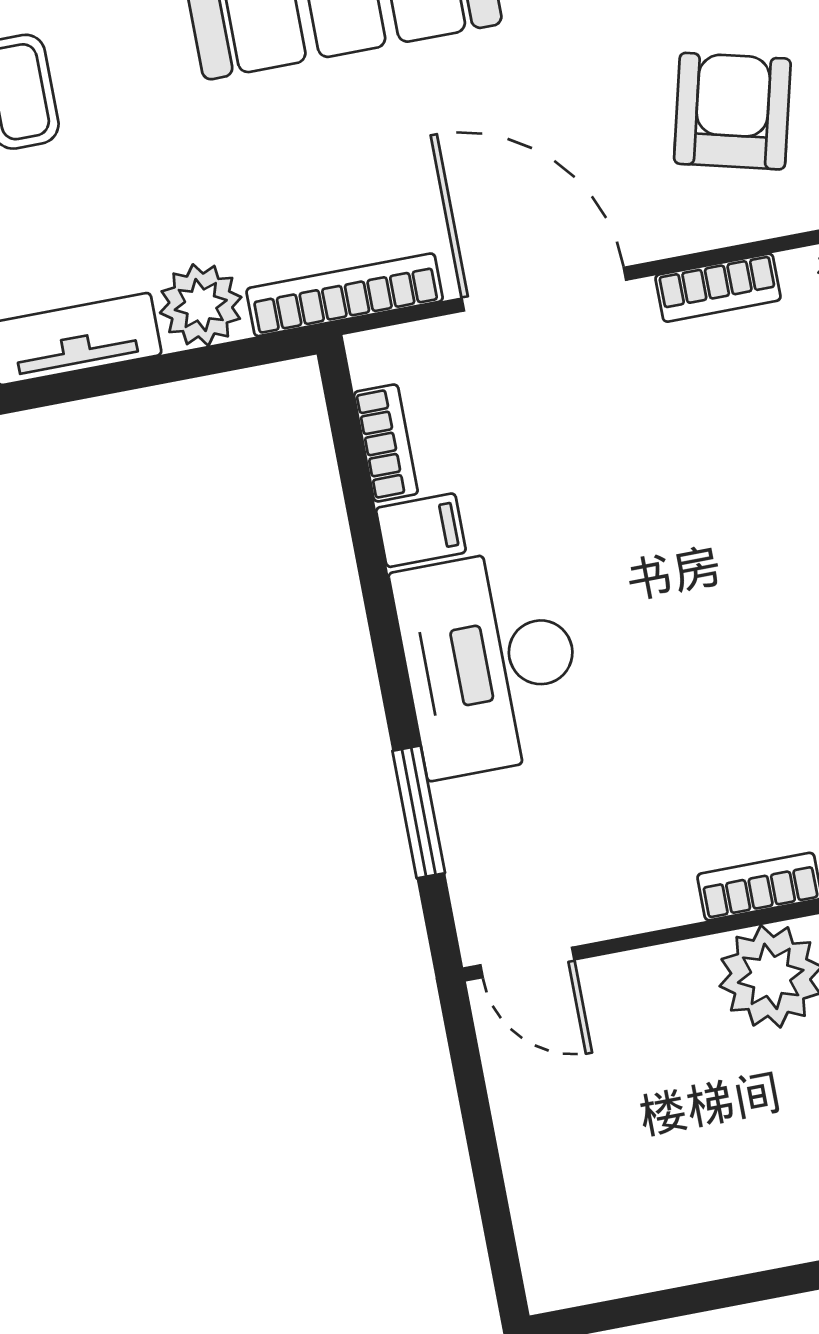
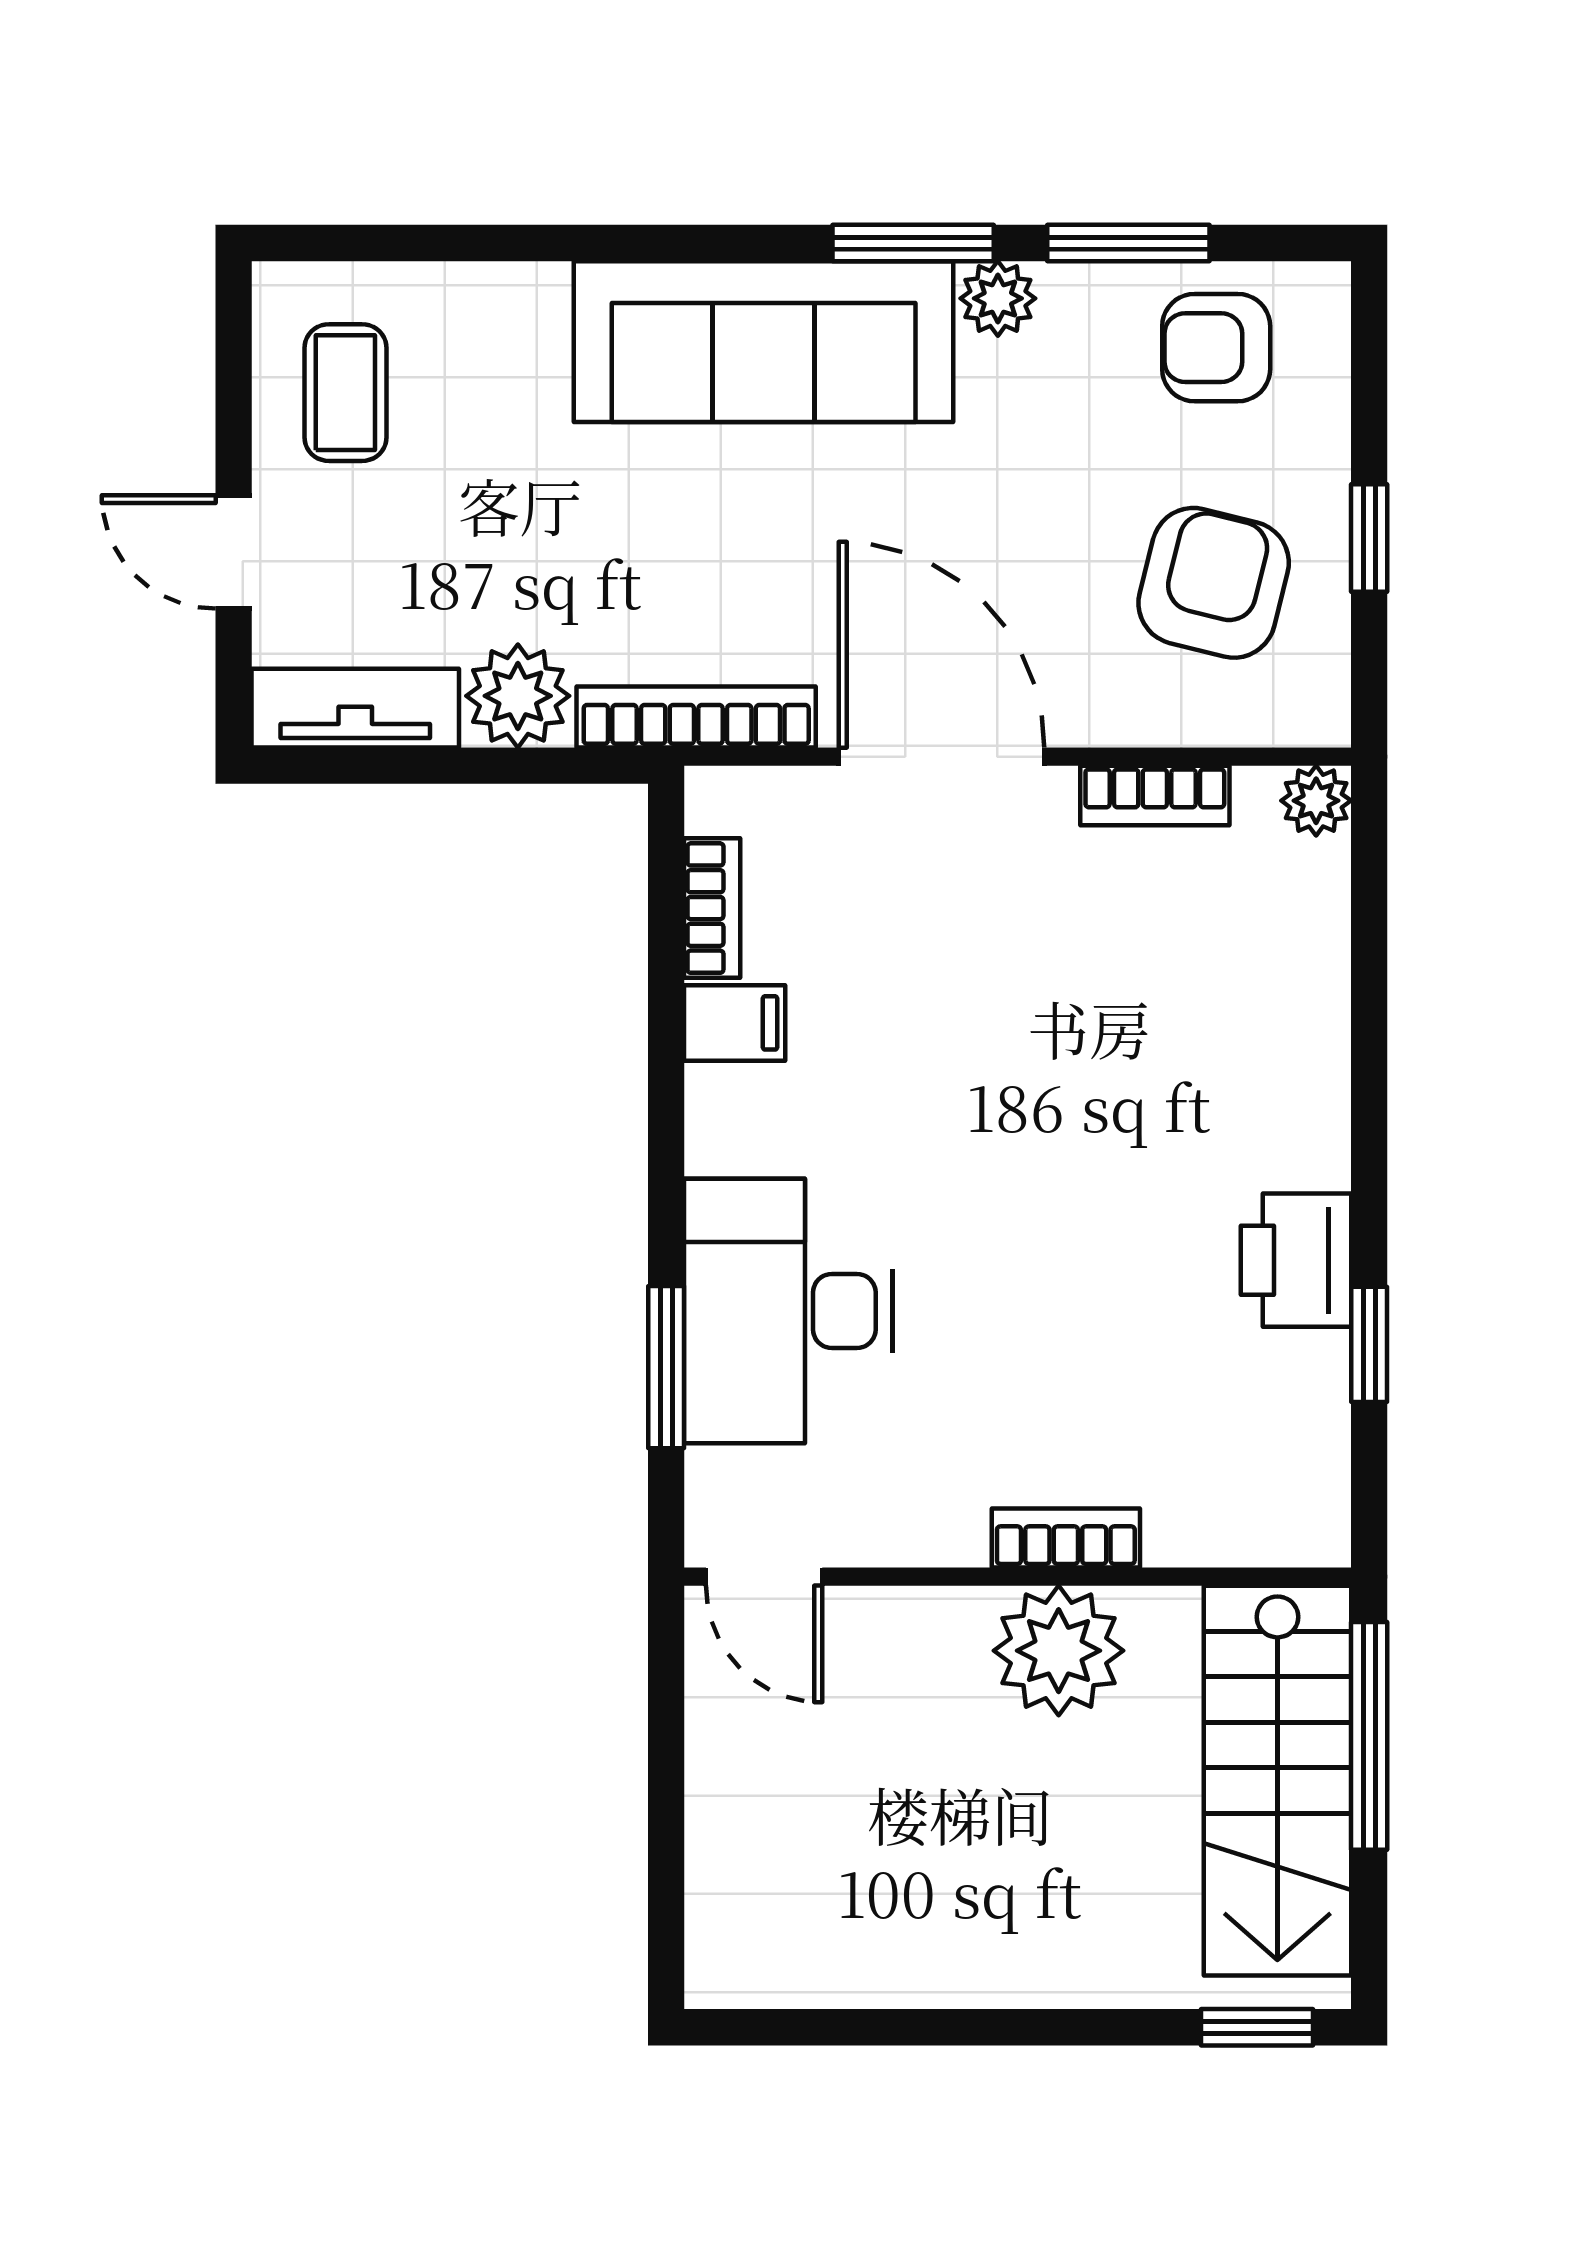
desk: (490, 662) -> (788, 1311), moved

